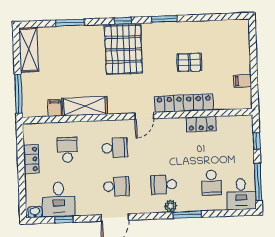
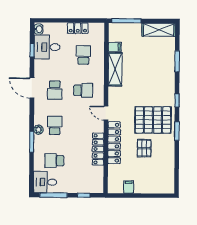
pallet: (123, 49) -> (153, 120), moved
locker: (201, 124) -> (98, 149), width x1.53
school desk: (115, 148) -> (83, 90), turned -90
school desk: (67, 150) -> (83, 55), turned -90

